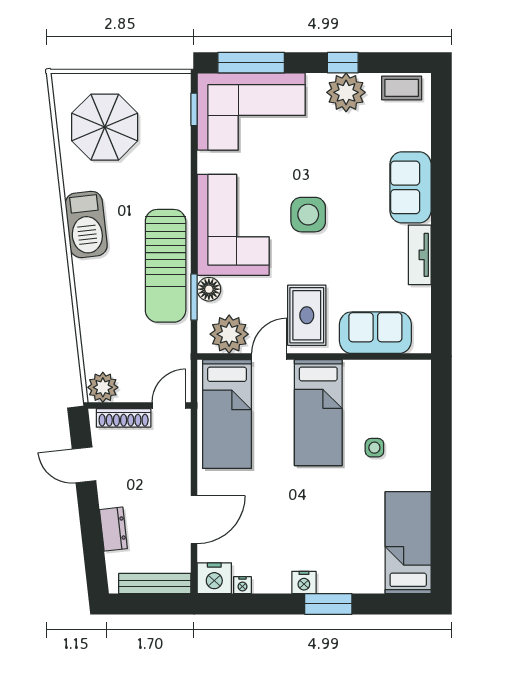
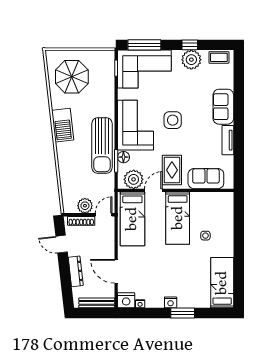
plant: (103, 387) -> (85, 206), moved
door: (194, 520) -> (116, 271), swing flipped
dresser: (113, 529) -> (76, 271), width x1.44

